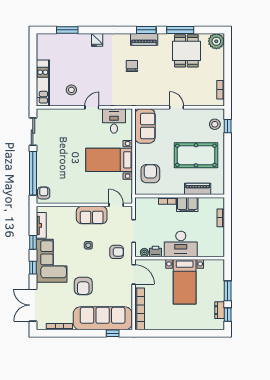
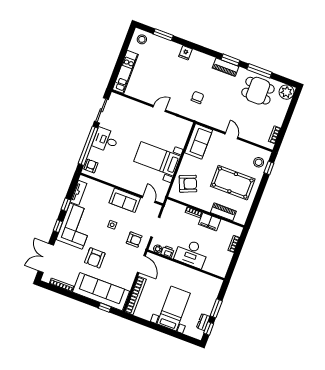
dining table: (186, 51) -> (258, 91), turned 90
chair: (132, 66) -> (197, 97), moved
stool: (71, 90) -> (142, 39), moved
desk: (114, 121) -> (105, 140), moved, turned -90
armchair: (150, 174) -> (188, 184), turned 68
bed with nightstands: (185, 282) -> (174, 309), moved, turned 180

